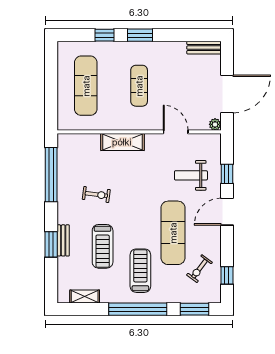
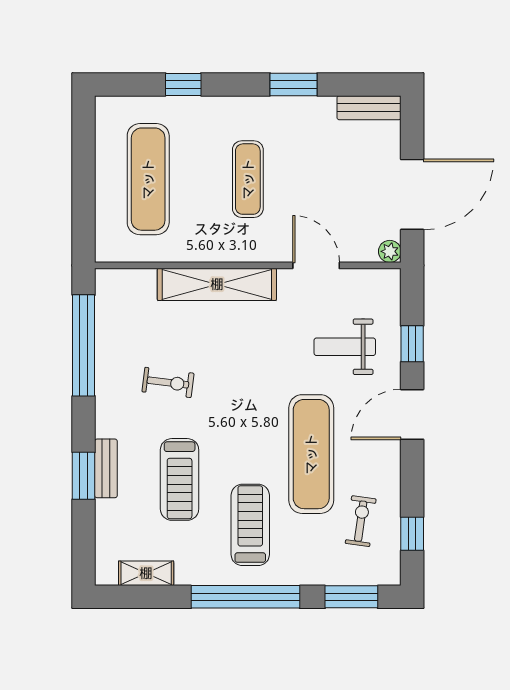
window: (140, 35) -> (294, 84), moved
shelving: (122, 142) -> (217, 284), width x1.47
exercise bike: (199, 269) -> (361, 521), turned 151

